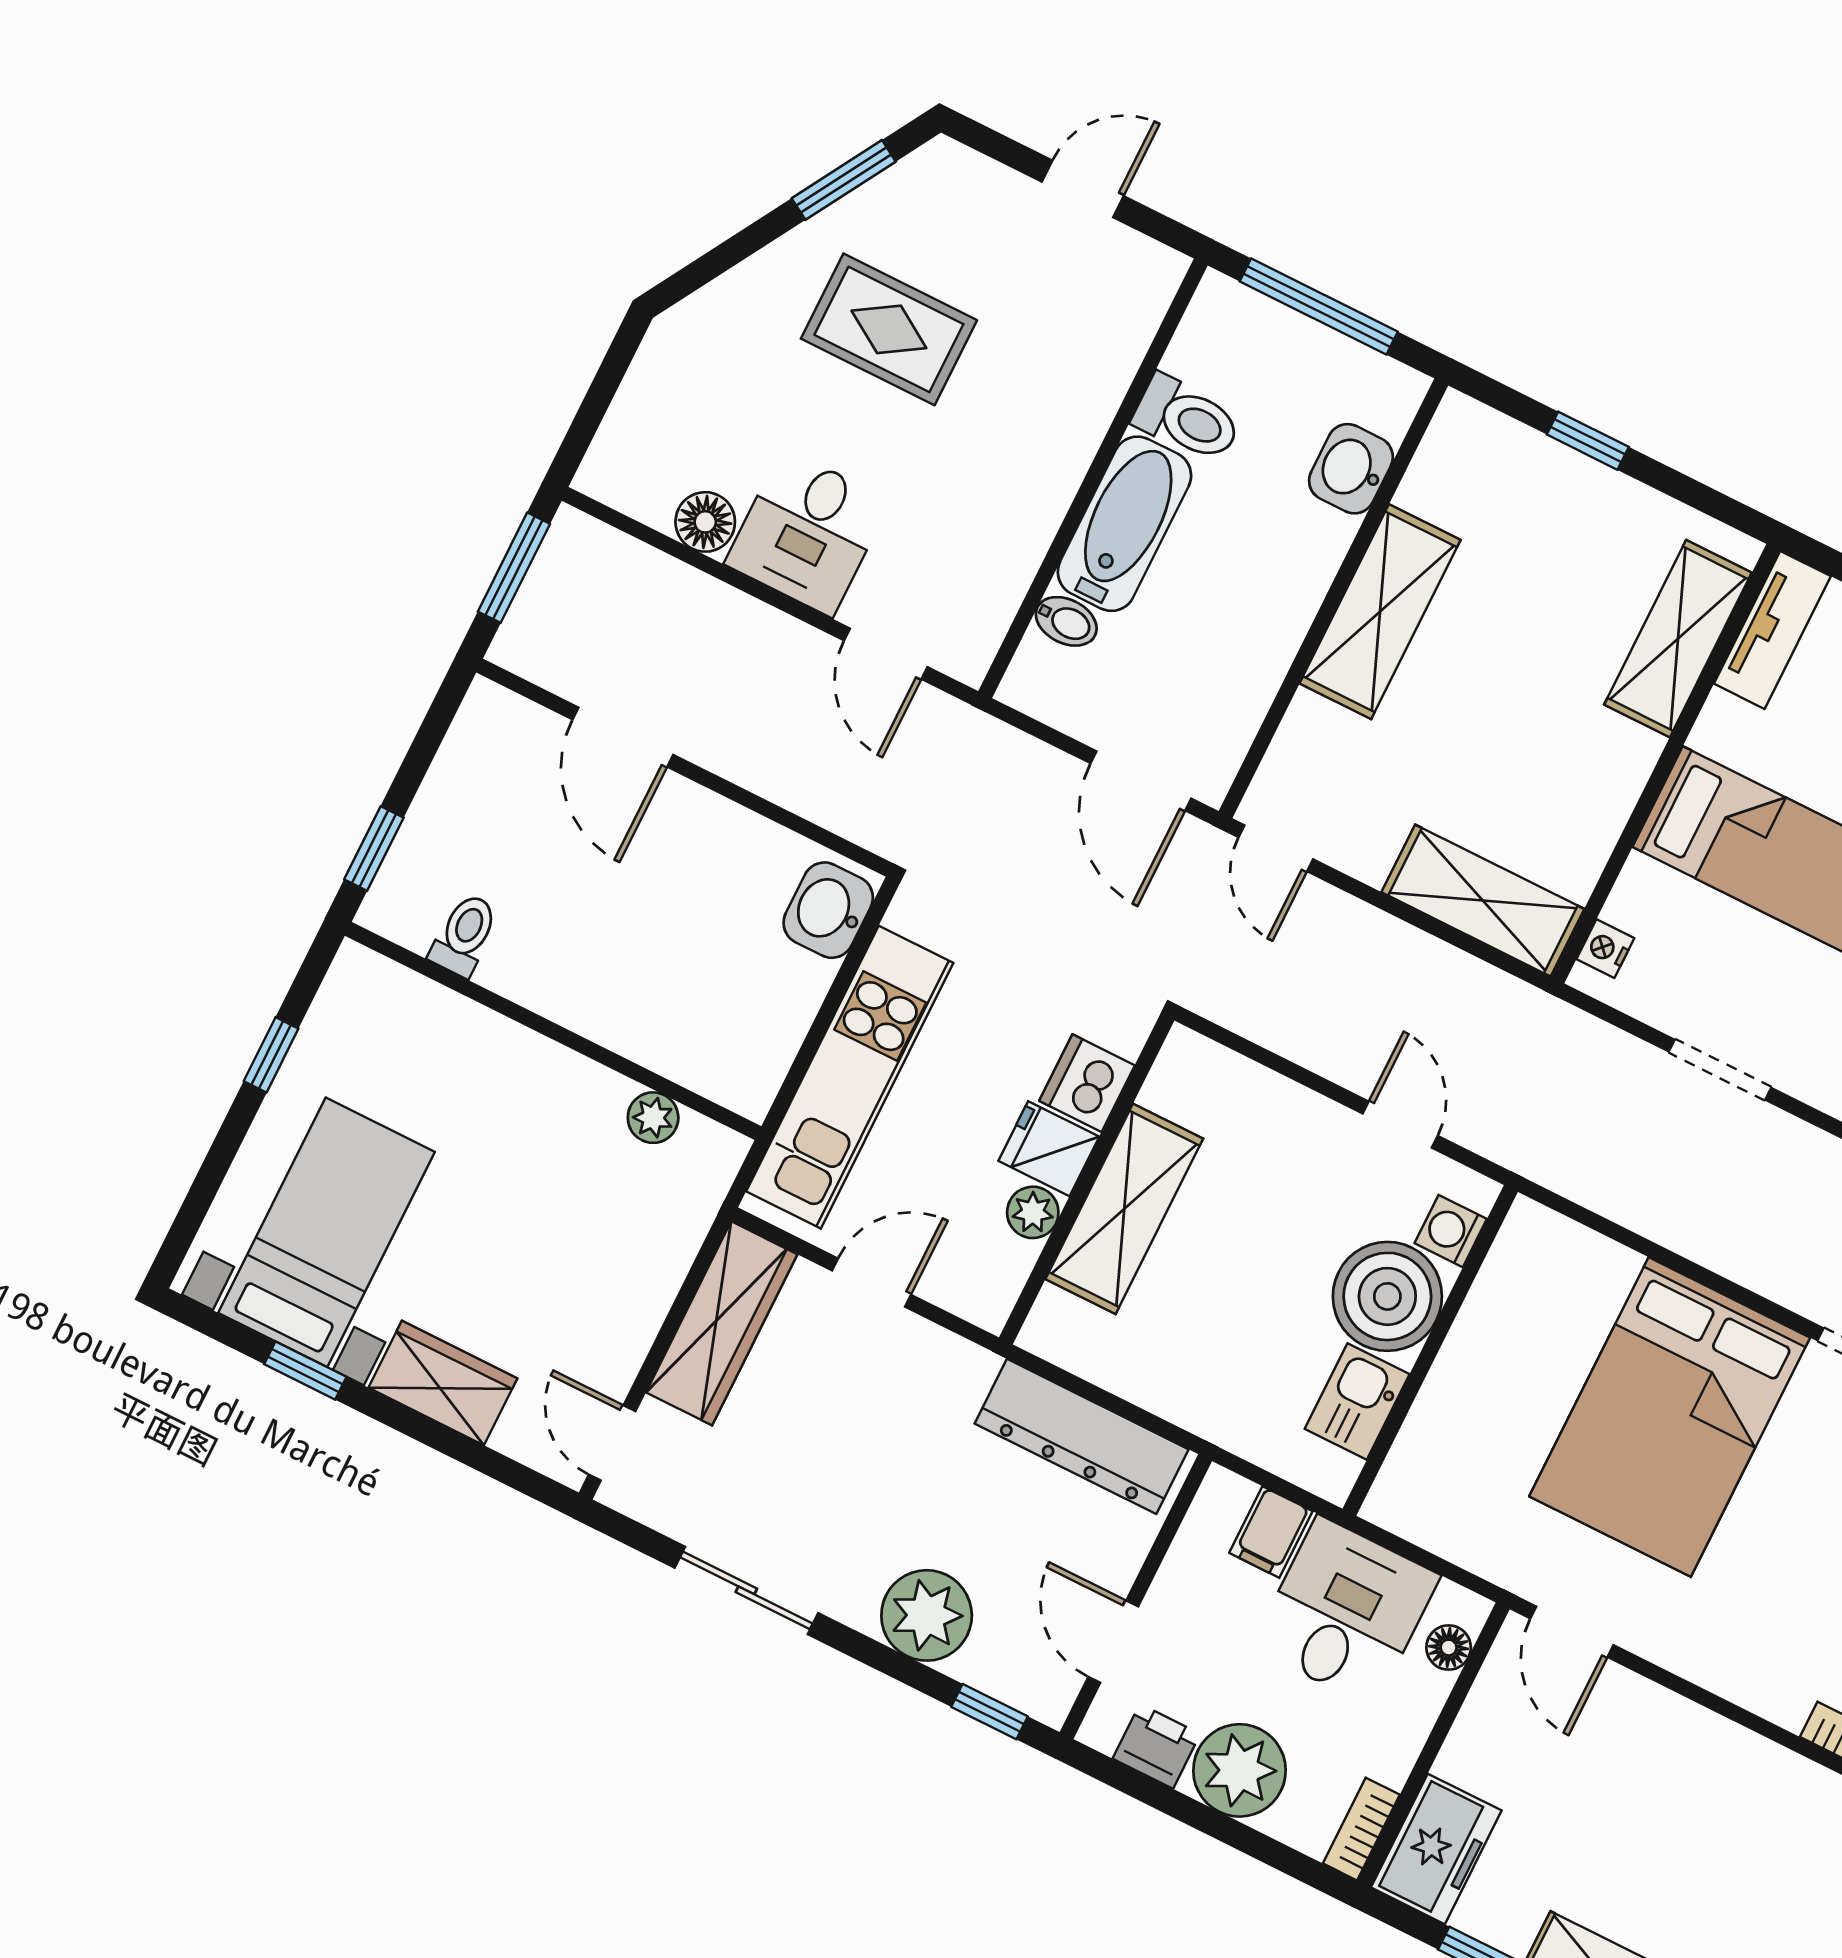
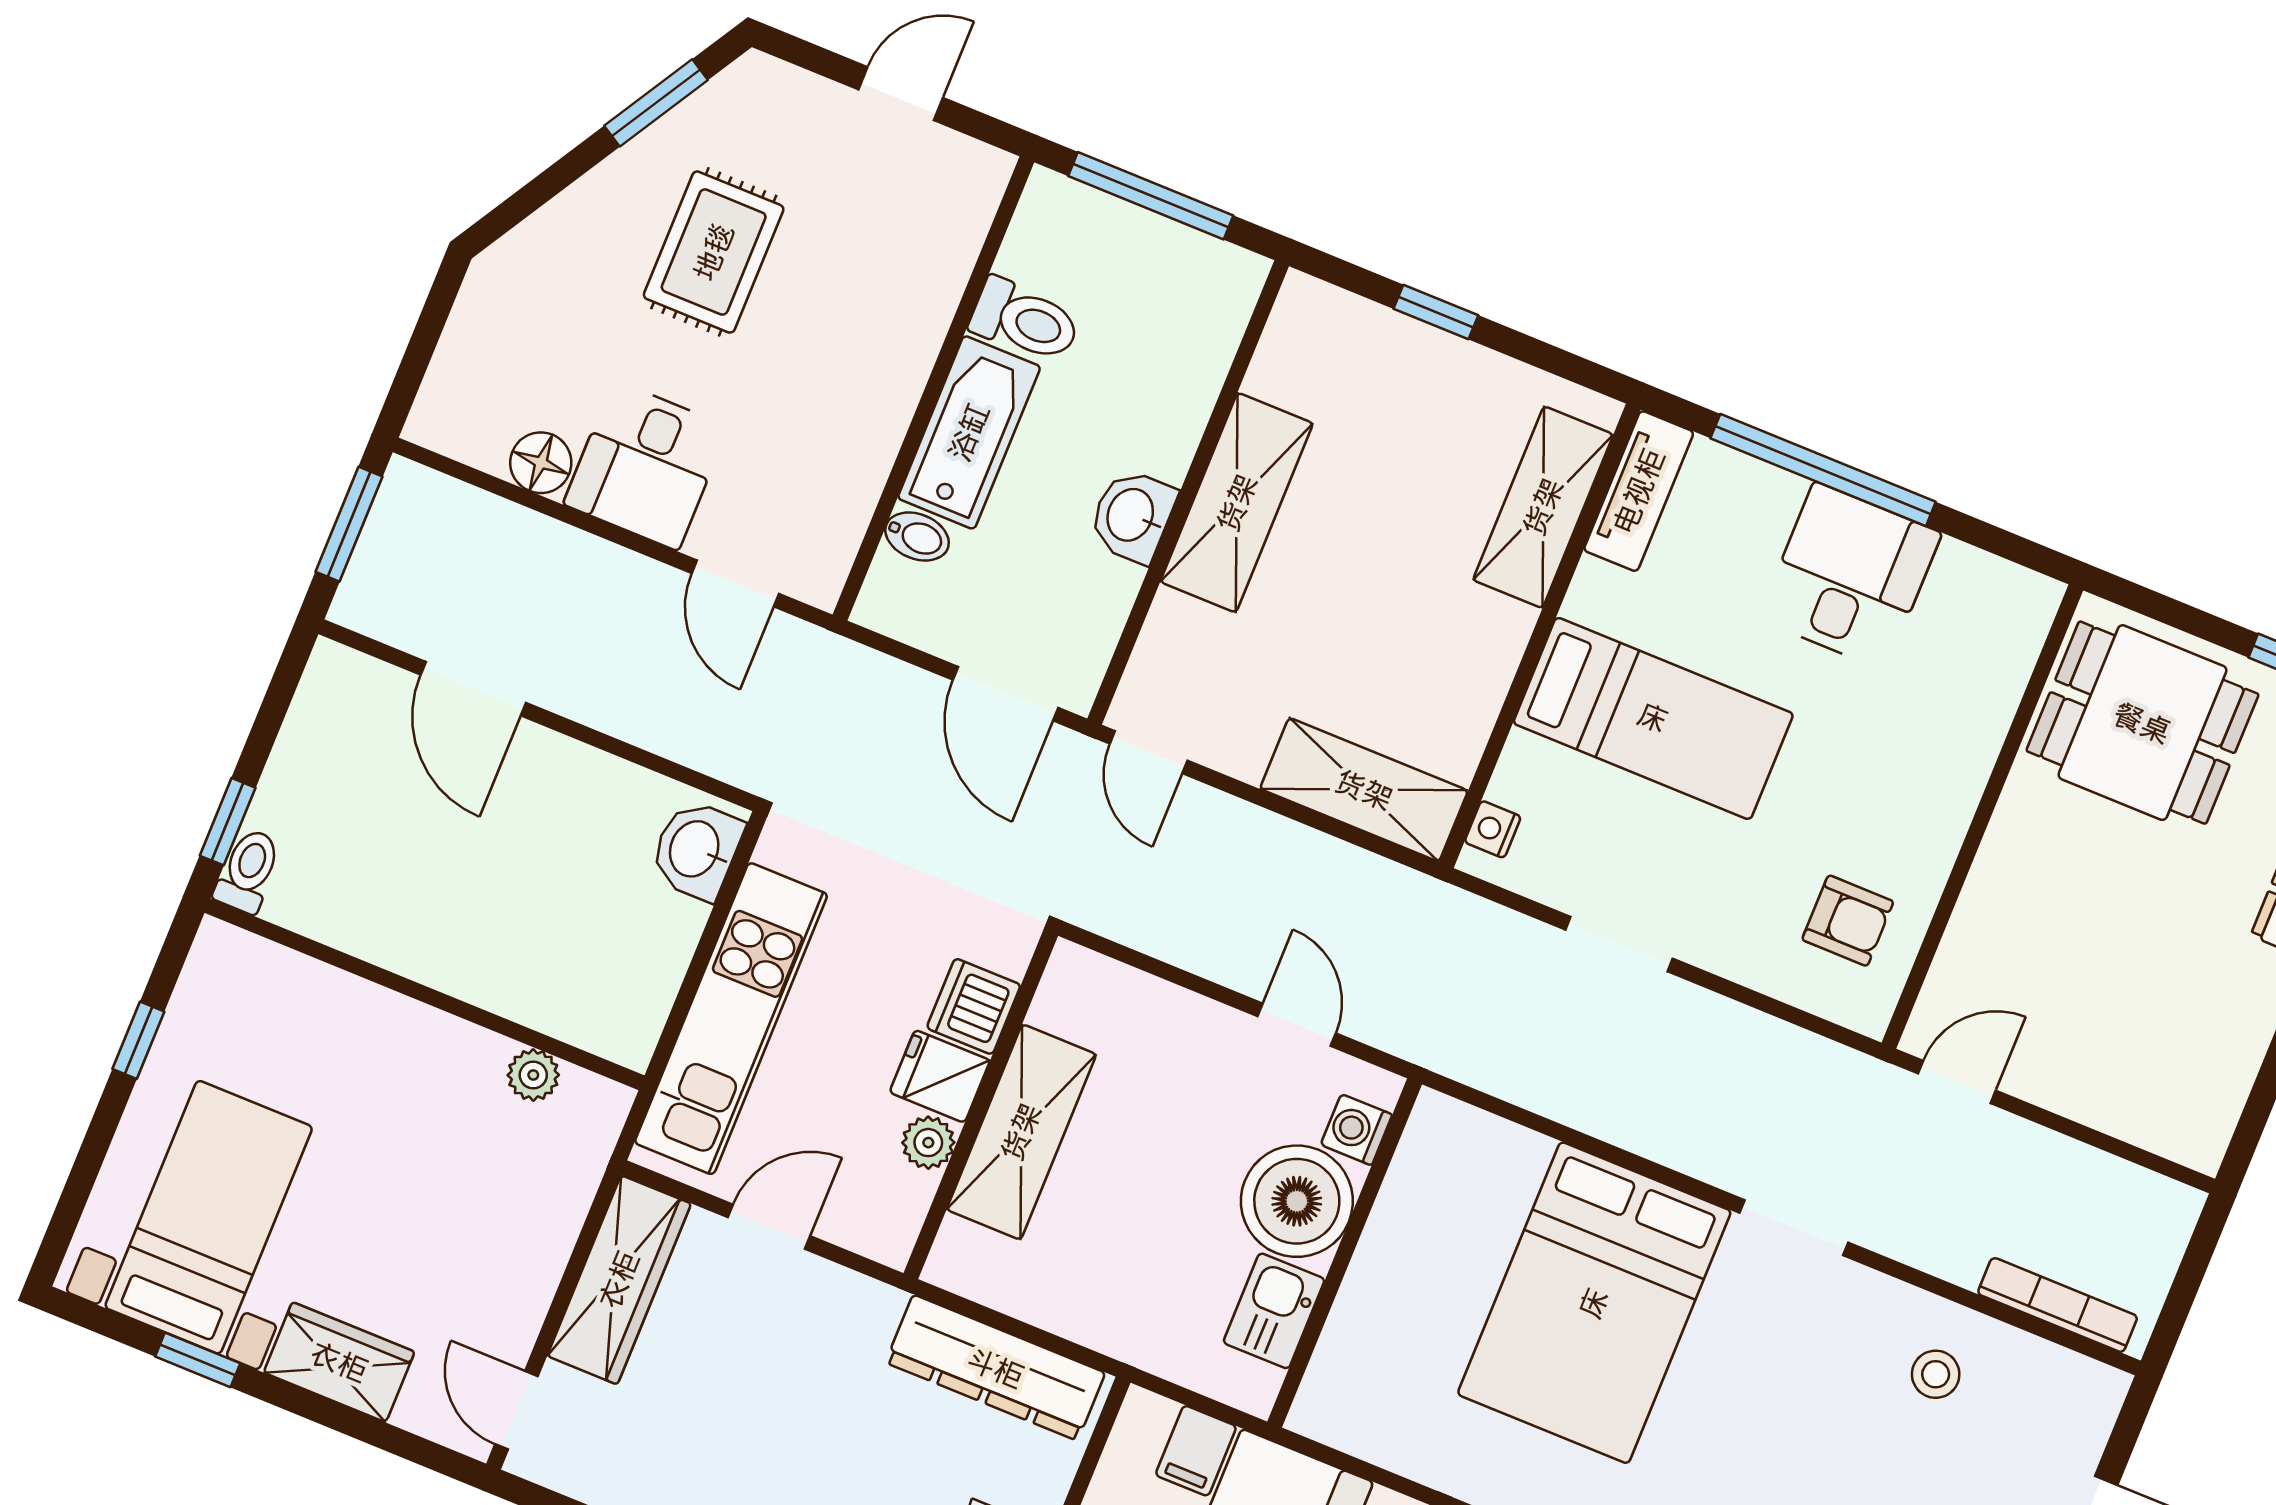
rug: (889, 329) -> (714, 252), turned 90
washbasin: (1351, 469) -> (1132, 516), moved
toilet: (464, 935) -> (248, 871), moved

